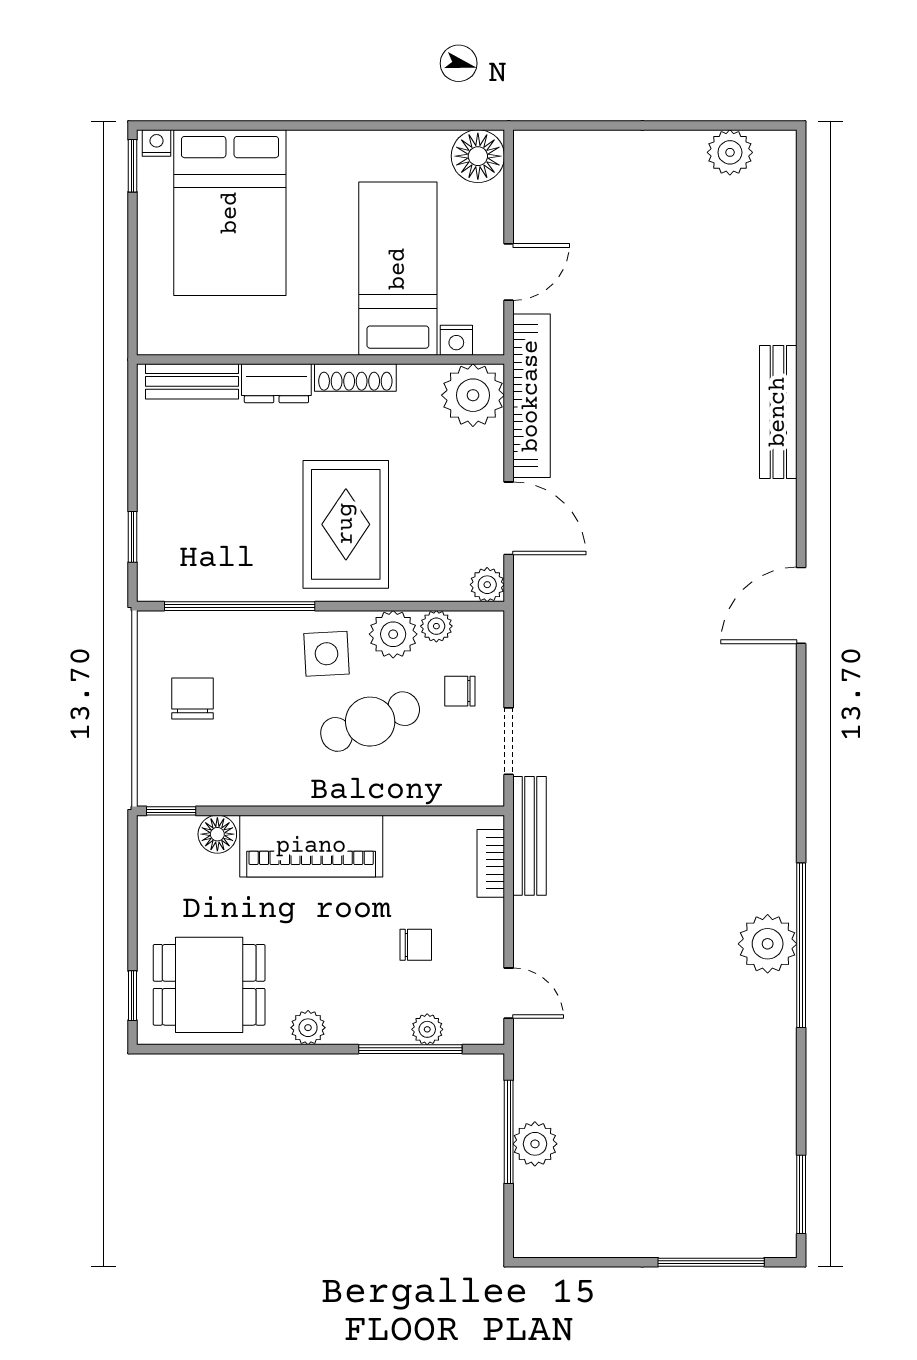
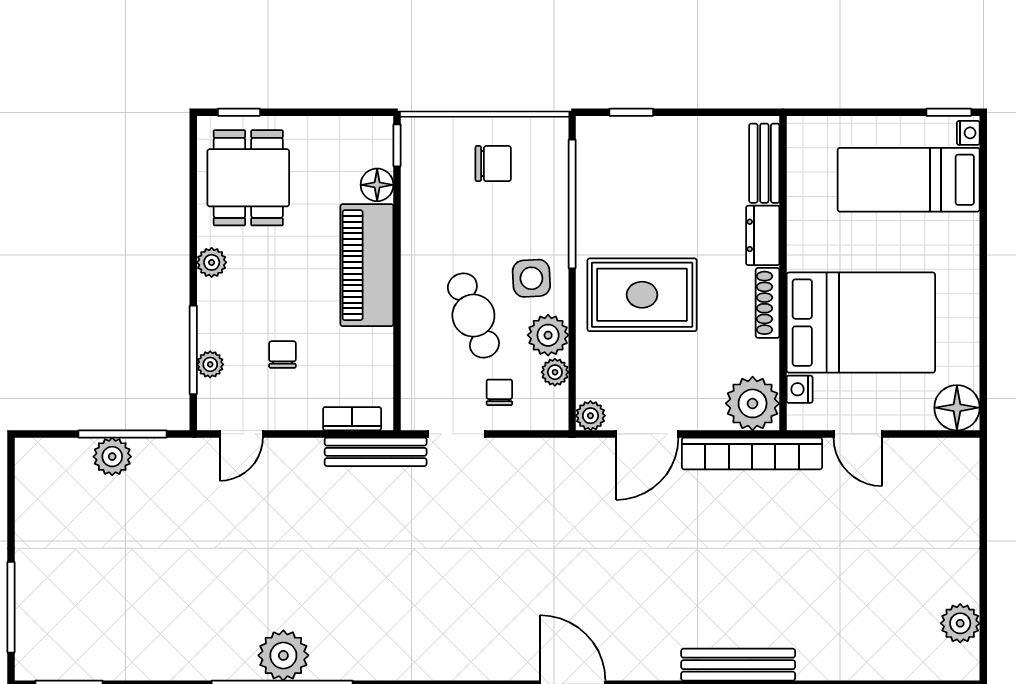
bed: (230, 213) -> (909, 180), width x0.67
bed: (398, 269) -> (861, 323), width x1.50
chair: (416, 945) -> (282, 355), turned 180

